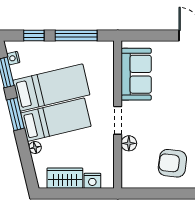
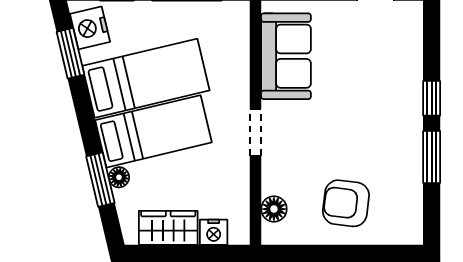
nightstand: (13, 58) -> (90, 28), width x1.89, depth x1.79
window: (16, 114) -> (100, 180), moved
floor lamp: (129, 143) -> (274, 209), moved

